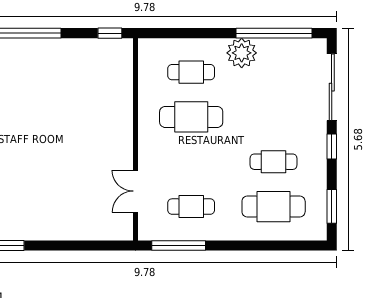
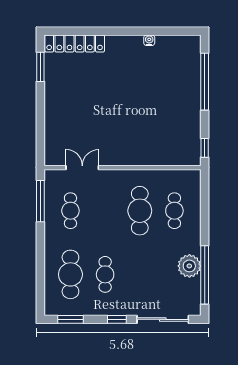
plant: (242, 53) -> (189, 266), moved

